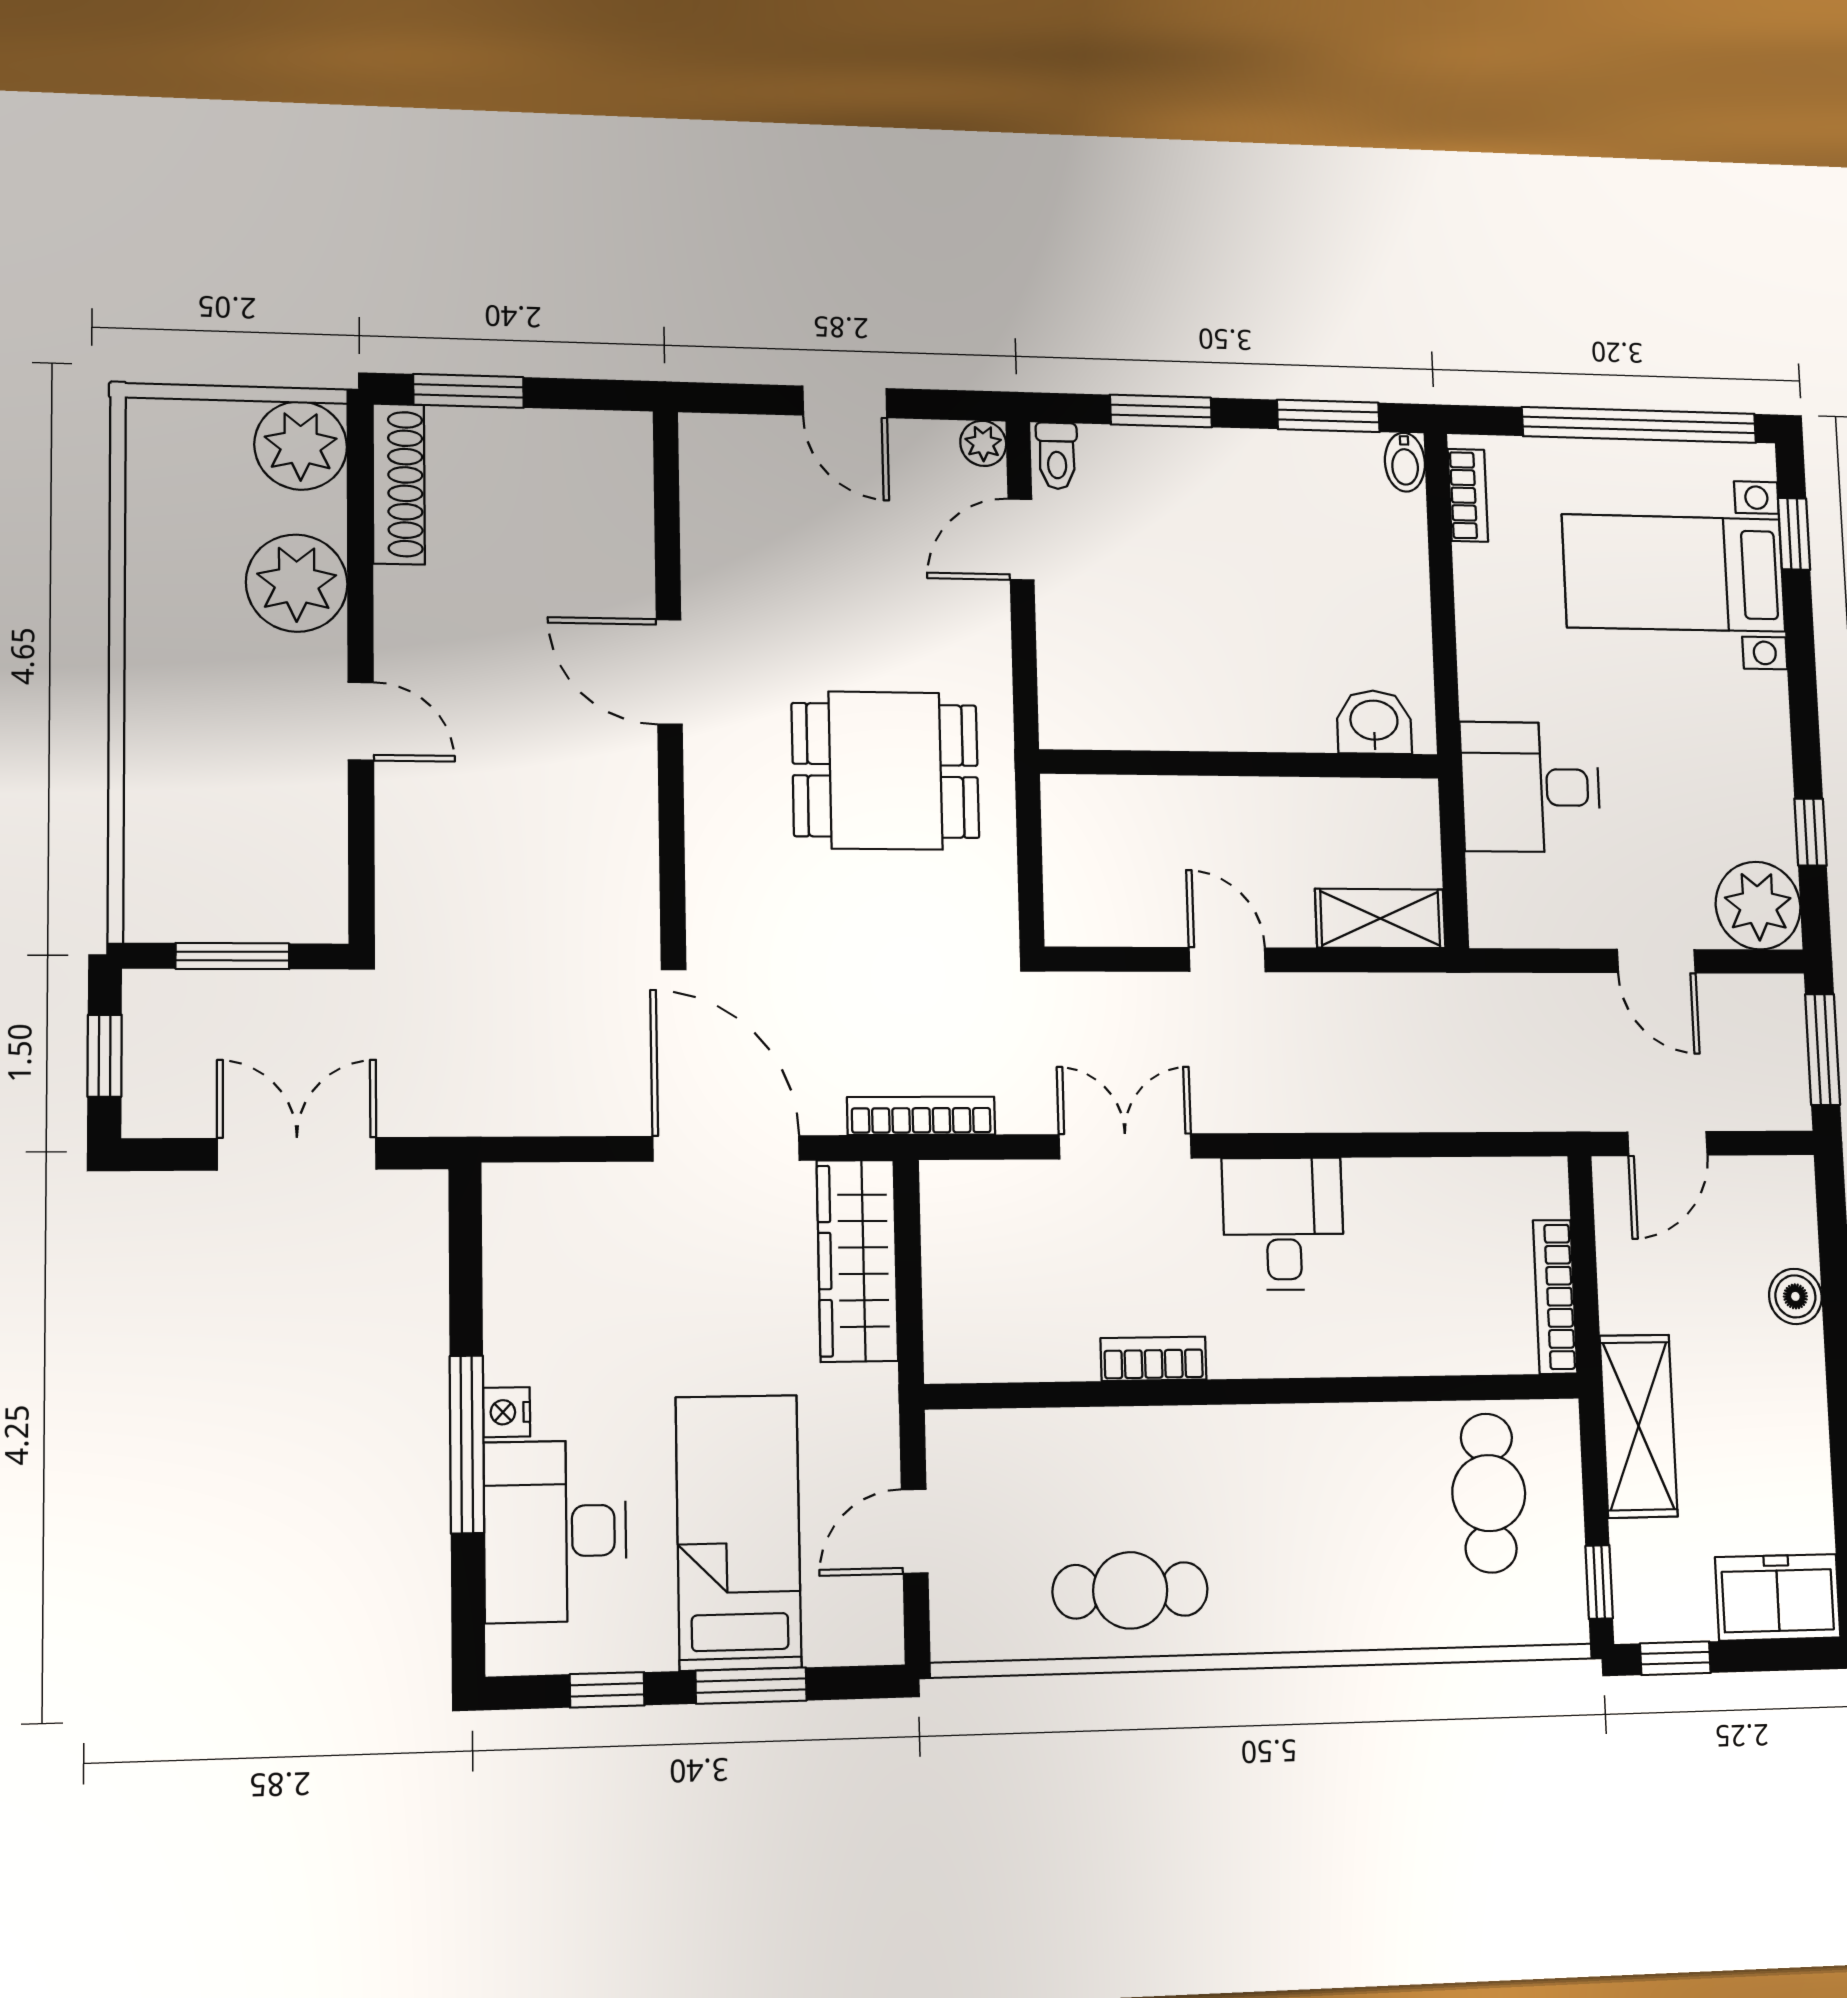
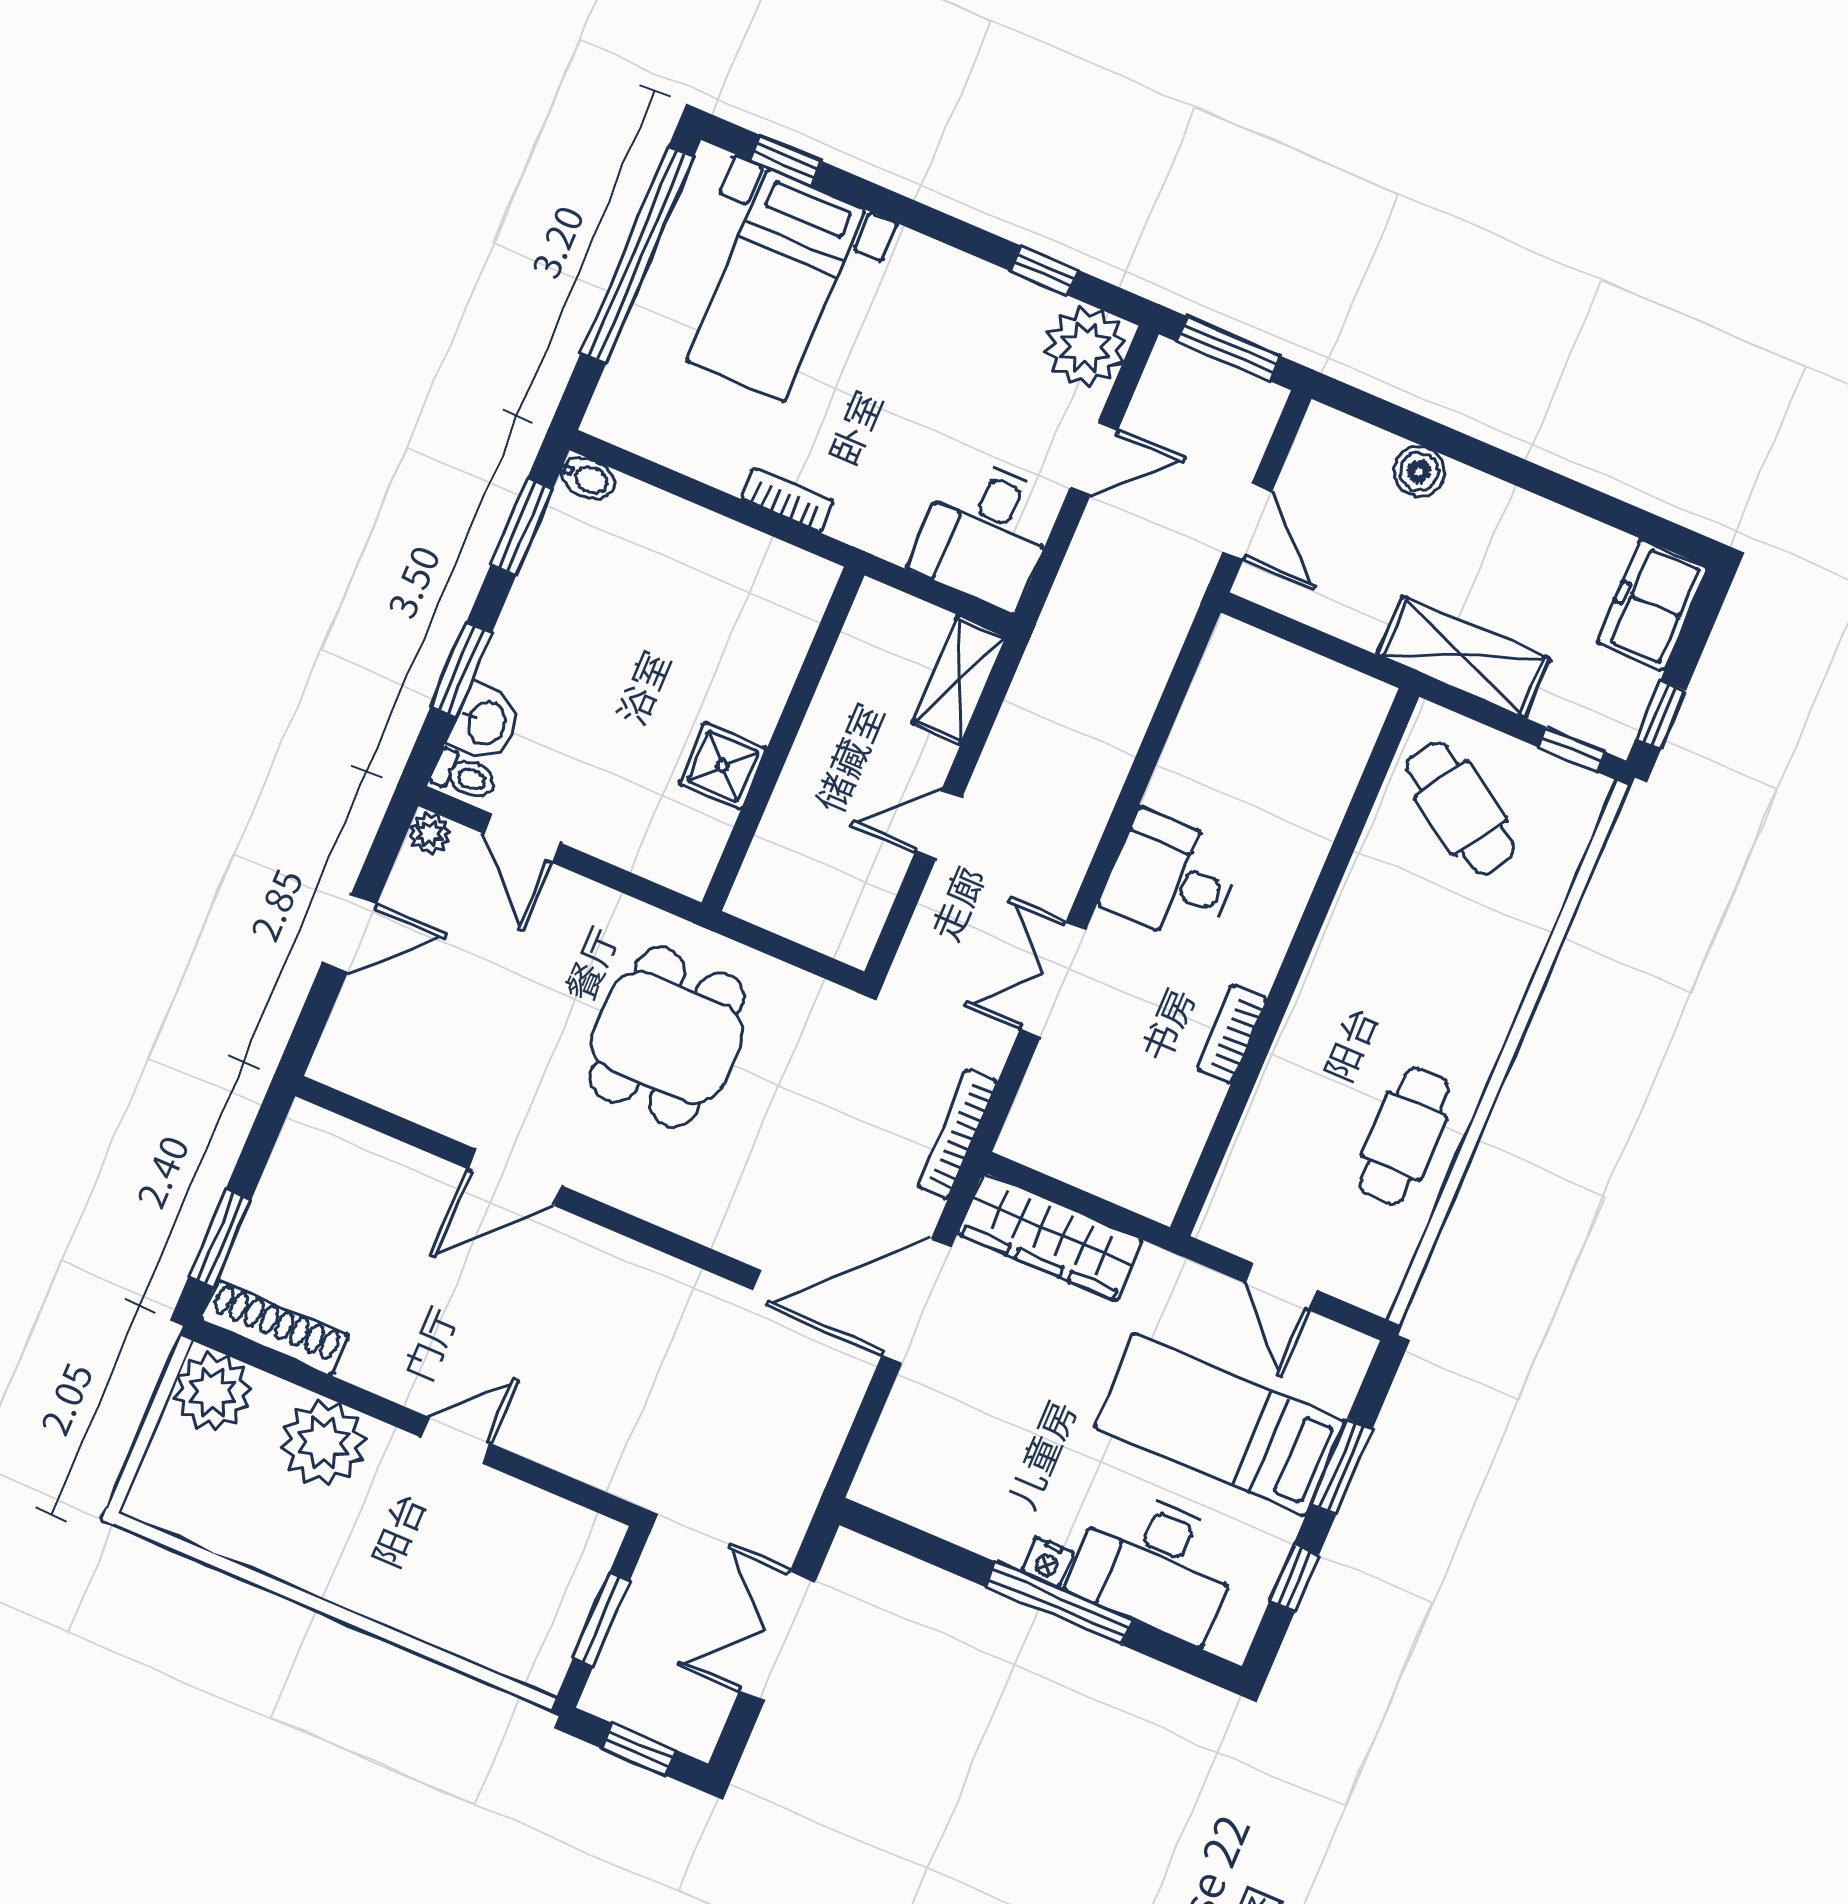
bookcase: (1468, 495) -> (787, 500), moved
shower: (1185, 714) -> (722, 766), added
washbasin: (1374, 722) -> (485, 723), moved, turned 180
desk: (1531, 787) -> (986, 533), moved
bookcase: (1555, 1297) -> (1329, 678), removed
cafe table: (1489, 1493) -> (1460, 808), turned 33

